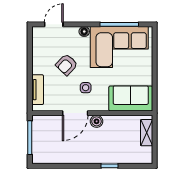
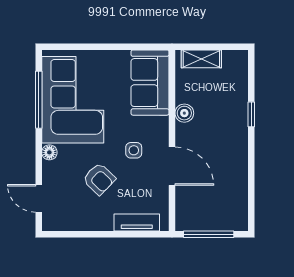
boiler: (97, 121) -> (184, 113), moved

